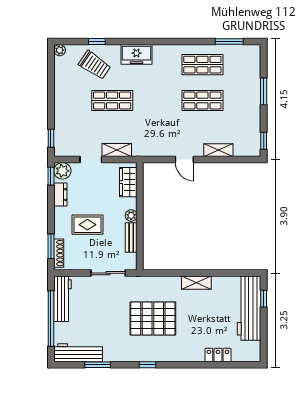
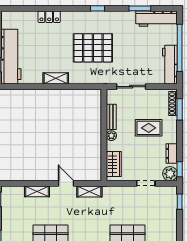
shelving: (117, 150) -> (89, 191), moved
locker: (218, 355) -> (49, 17), moved

